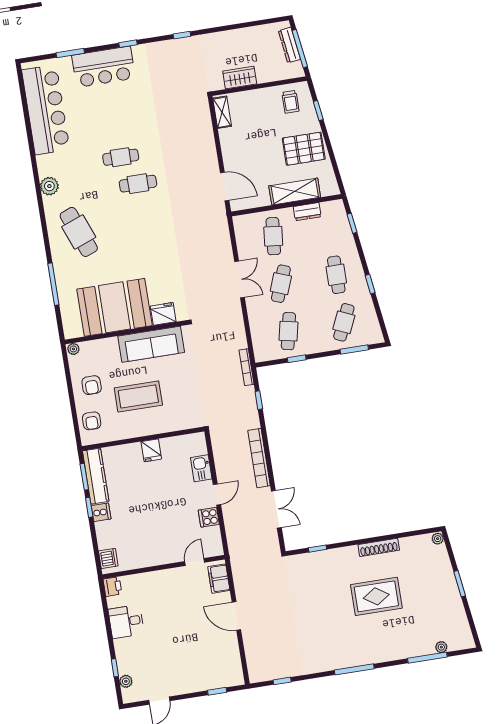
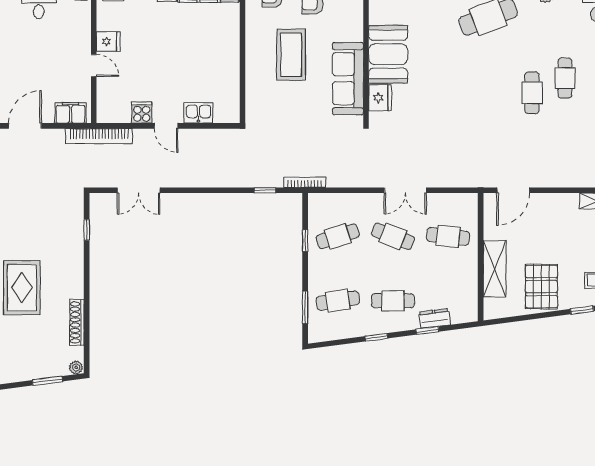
dresser: (307, 212) -> (435, 318), moved, turned 82
window: (352, 223) -> (427, 331), moved
booth: (114, 307) -> (388, 54), width x0.73, depth x0.70
cafe table: (344, 322) -> (338, 301), turned -33
cafe table: (288, 331) -> (338, 236), turned -30
fridge: (151, 450) -> (108, 41), moved, turned 180
bookcase: (259, 458) -> (99, 136), moved, turned 180
shoe rack: (379, 547) -> (77, 322), moved
door: (195, 562) -> (94, 65), moved
window: (460, 584) -> (47, 381), moved

